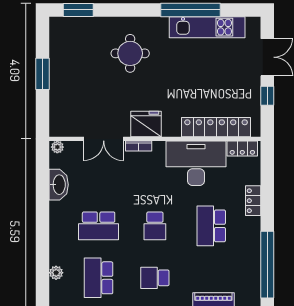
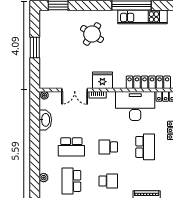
round table: (130, 53) -> (92, 34), turned 33
school desk: (155, 226) -> (108, 147), turned 90
school desk: (211, 226) -> (145, 147), turned 180
school desk: (155, 278) -> (108, 181), turned 180

